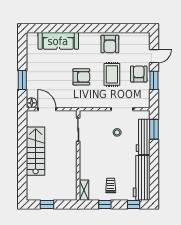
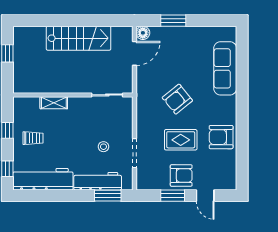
armchair: (81, 77) -> (177, 99), turned 51
shelving: (84, 190) -> (54, 103), moved

